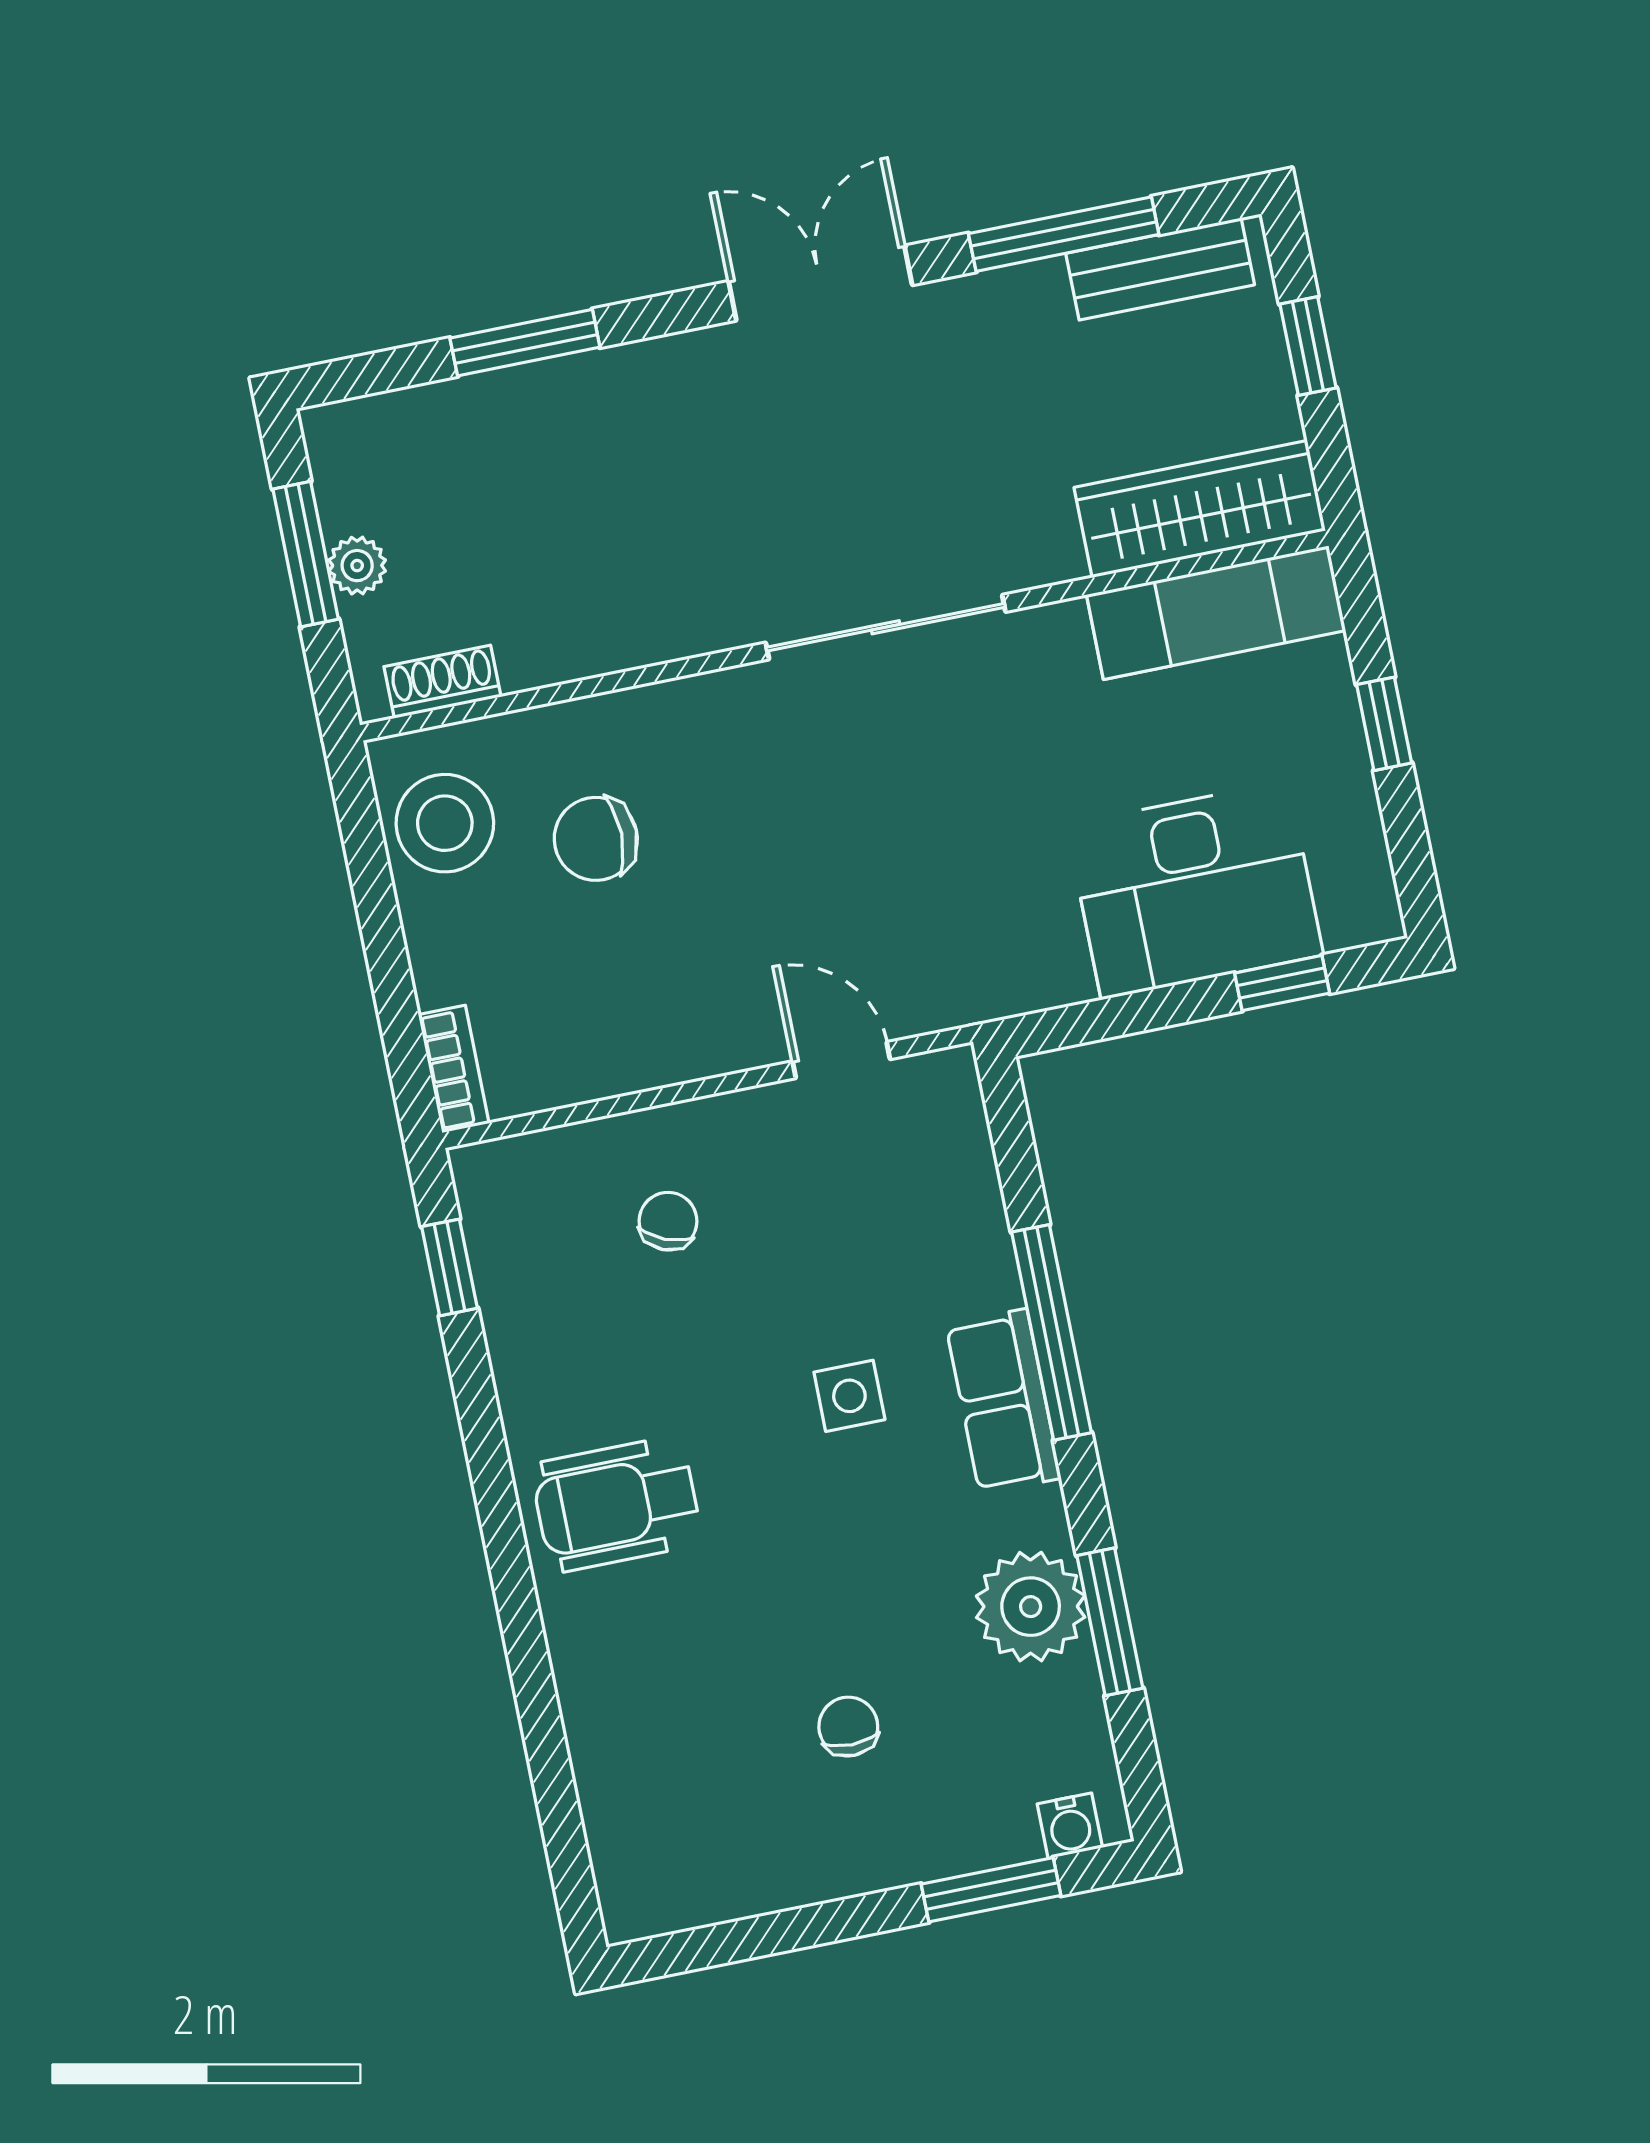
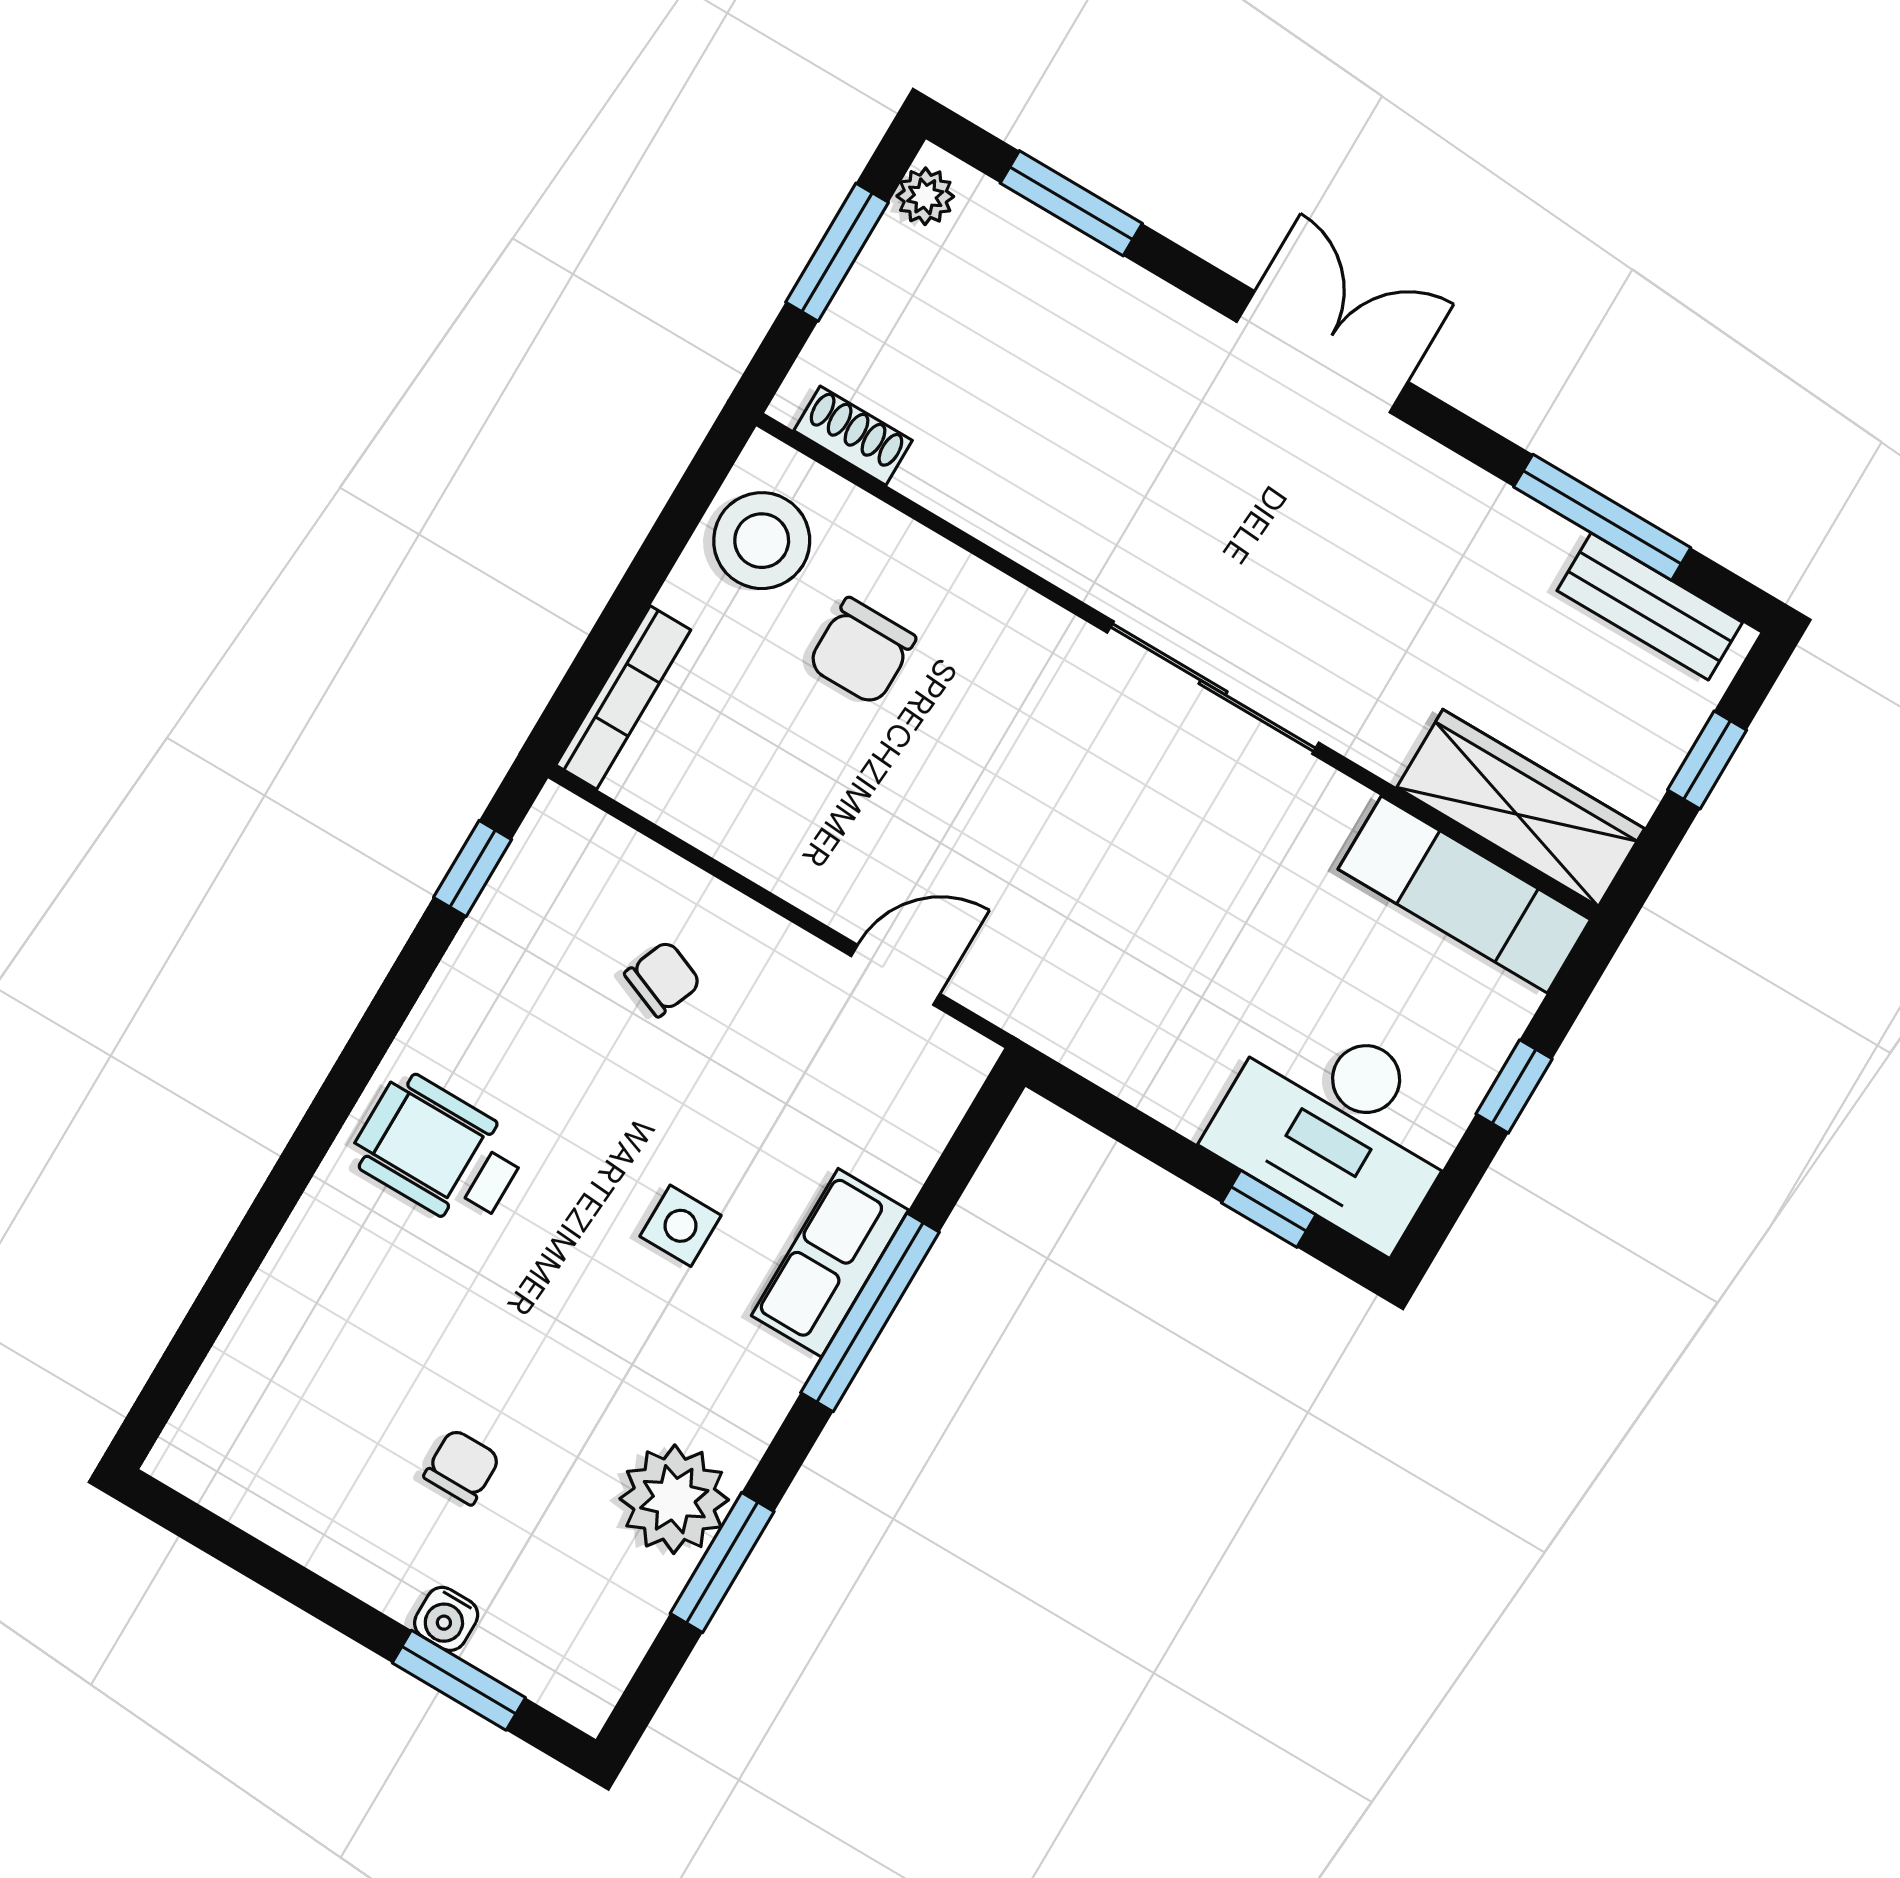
double door: (820, 283) -> (1322, 352), moved
window: (525, 343) -> (1071, 203), moved
plant: (357, 566) -> (925, 196), moved
chair: (596, 839) -> (862, 651), turned -90
desk: (1195, 890) -> (1338, 1126), moved
door: (841, 1060) -> (895, 975), hinge flipped
bookcase: (454, 1069) -> (623, 697), width x1.56
row of seats: (1003, 1401) -> (830, 1263), moved
water cooler: (1070, 1826) -> (446, 1619), moved

